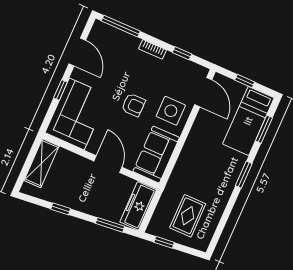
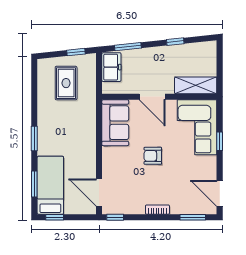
window: (121, 26) -> (193, 217), width x0.69
door: (77, 52) -> (220, 193), moved
window: (182, 53) -> (115, 217), moved
window: (245, 81) -> (55, 217), moved
side table: (171, 111) -> (119, 165), removed
shelving: (41, 163) -> (196, 85), moved, turned 90
freezer: (138, 206) -> (111, 67), width x0.71

